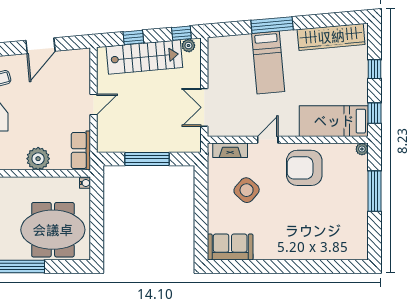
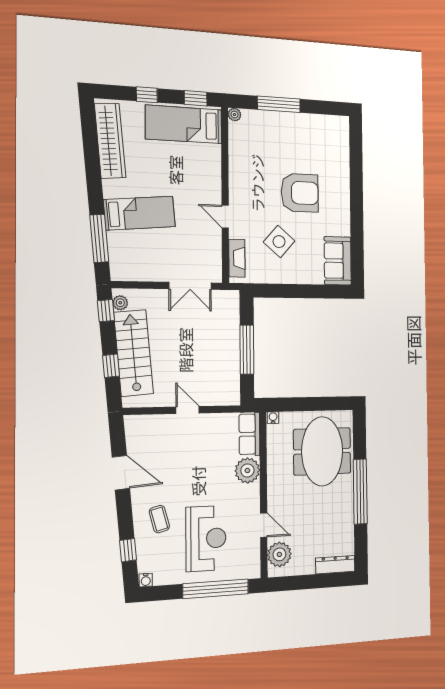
window: (272, 25) -> (99, 238), moved
bed: (334, 121) -> (184, 124), moved, turned 90
row of seats: (81, 151) -> (249, 434), moved, turned 90
armchair: (304, 168) -> (300, 193), moved, turned -90

